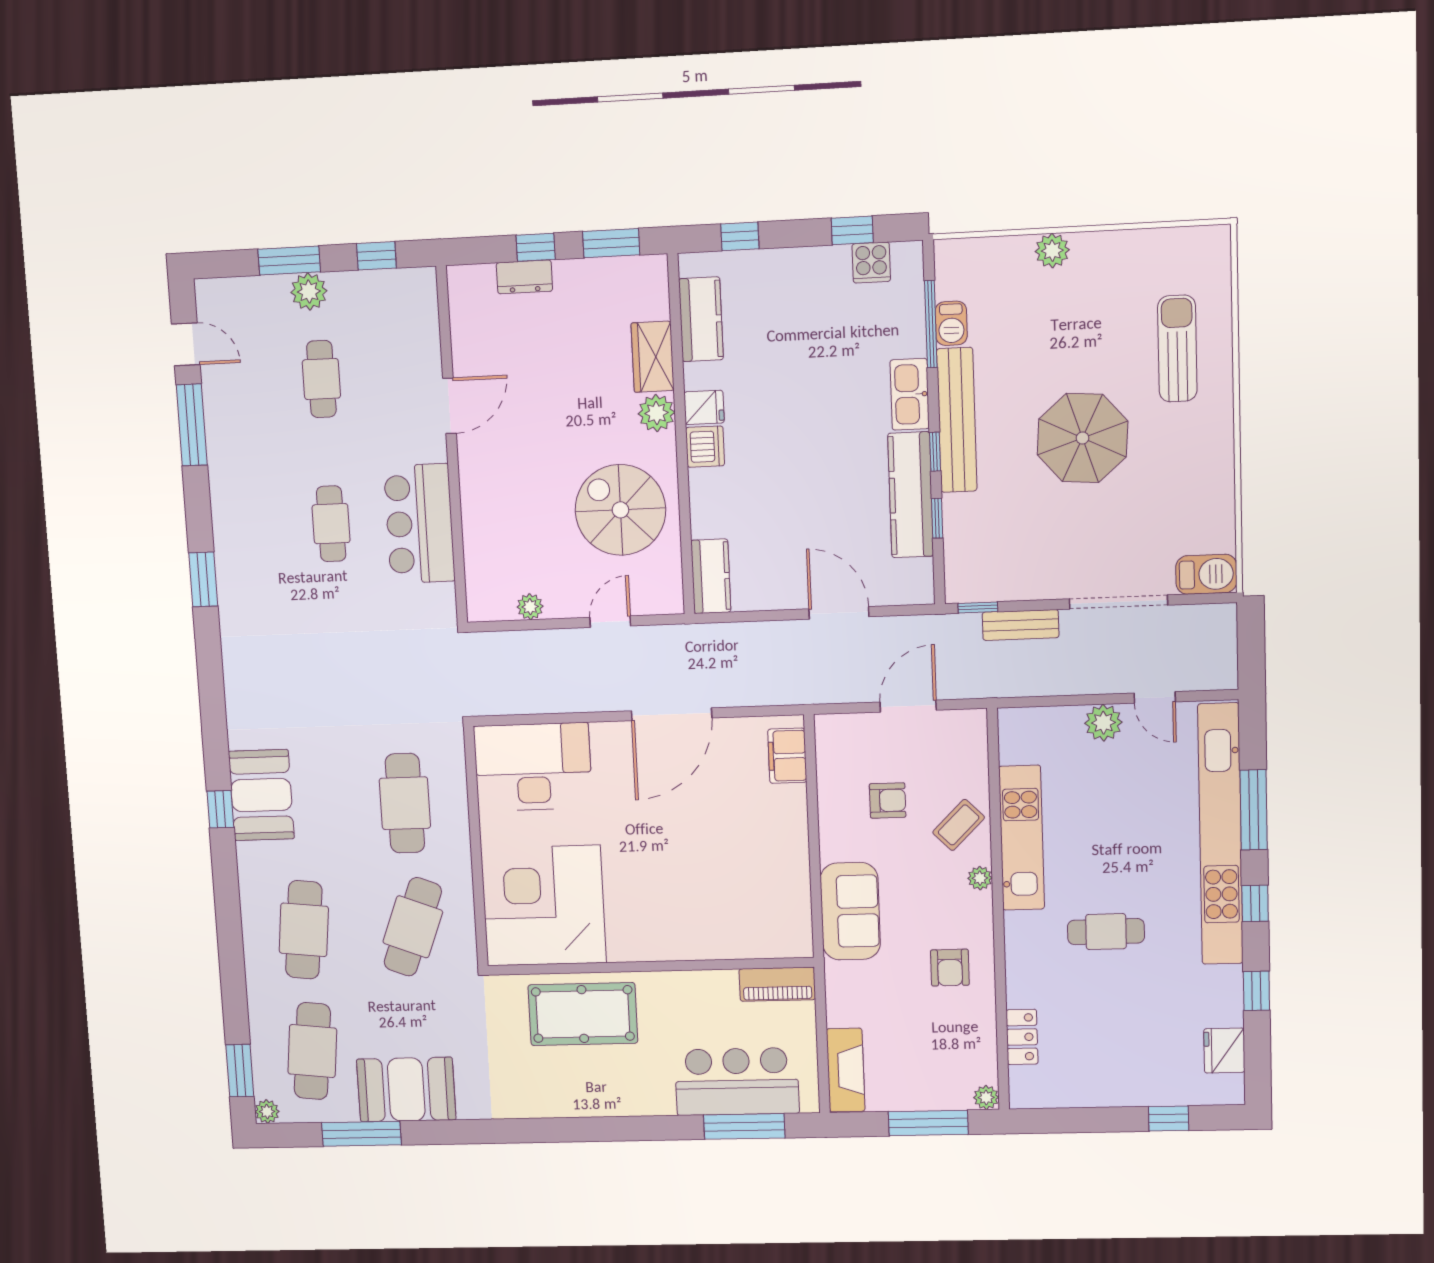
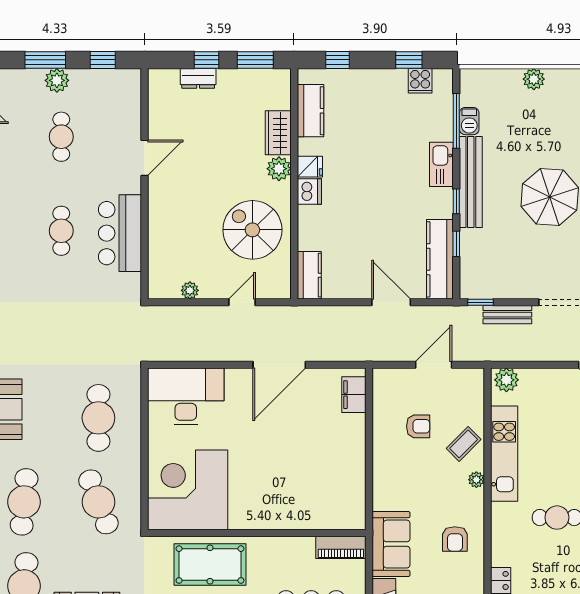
kitchen counter: (911, 495) -> (440, 259), moved
plant: (1103, 723) -> (506, 380), moved
sofa: (850, 911) -> (391, 544), moved
cafe table: (413, 927) -> (98, 502), turned -42

